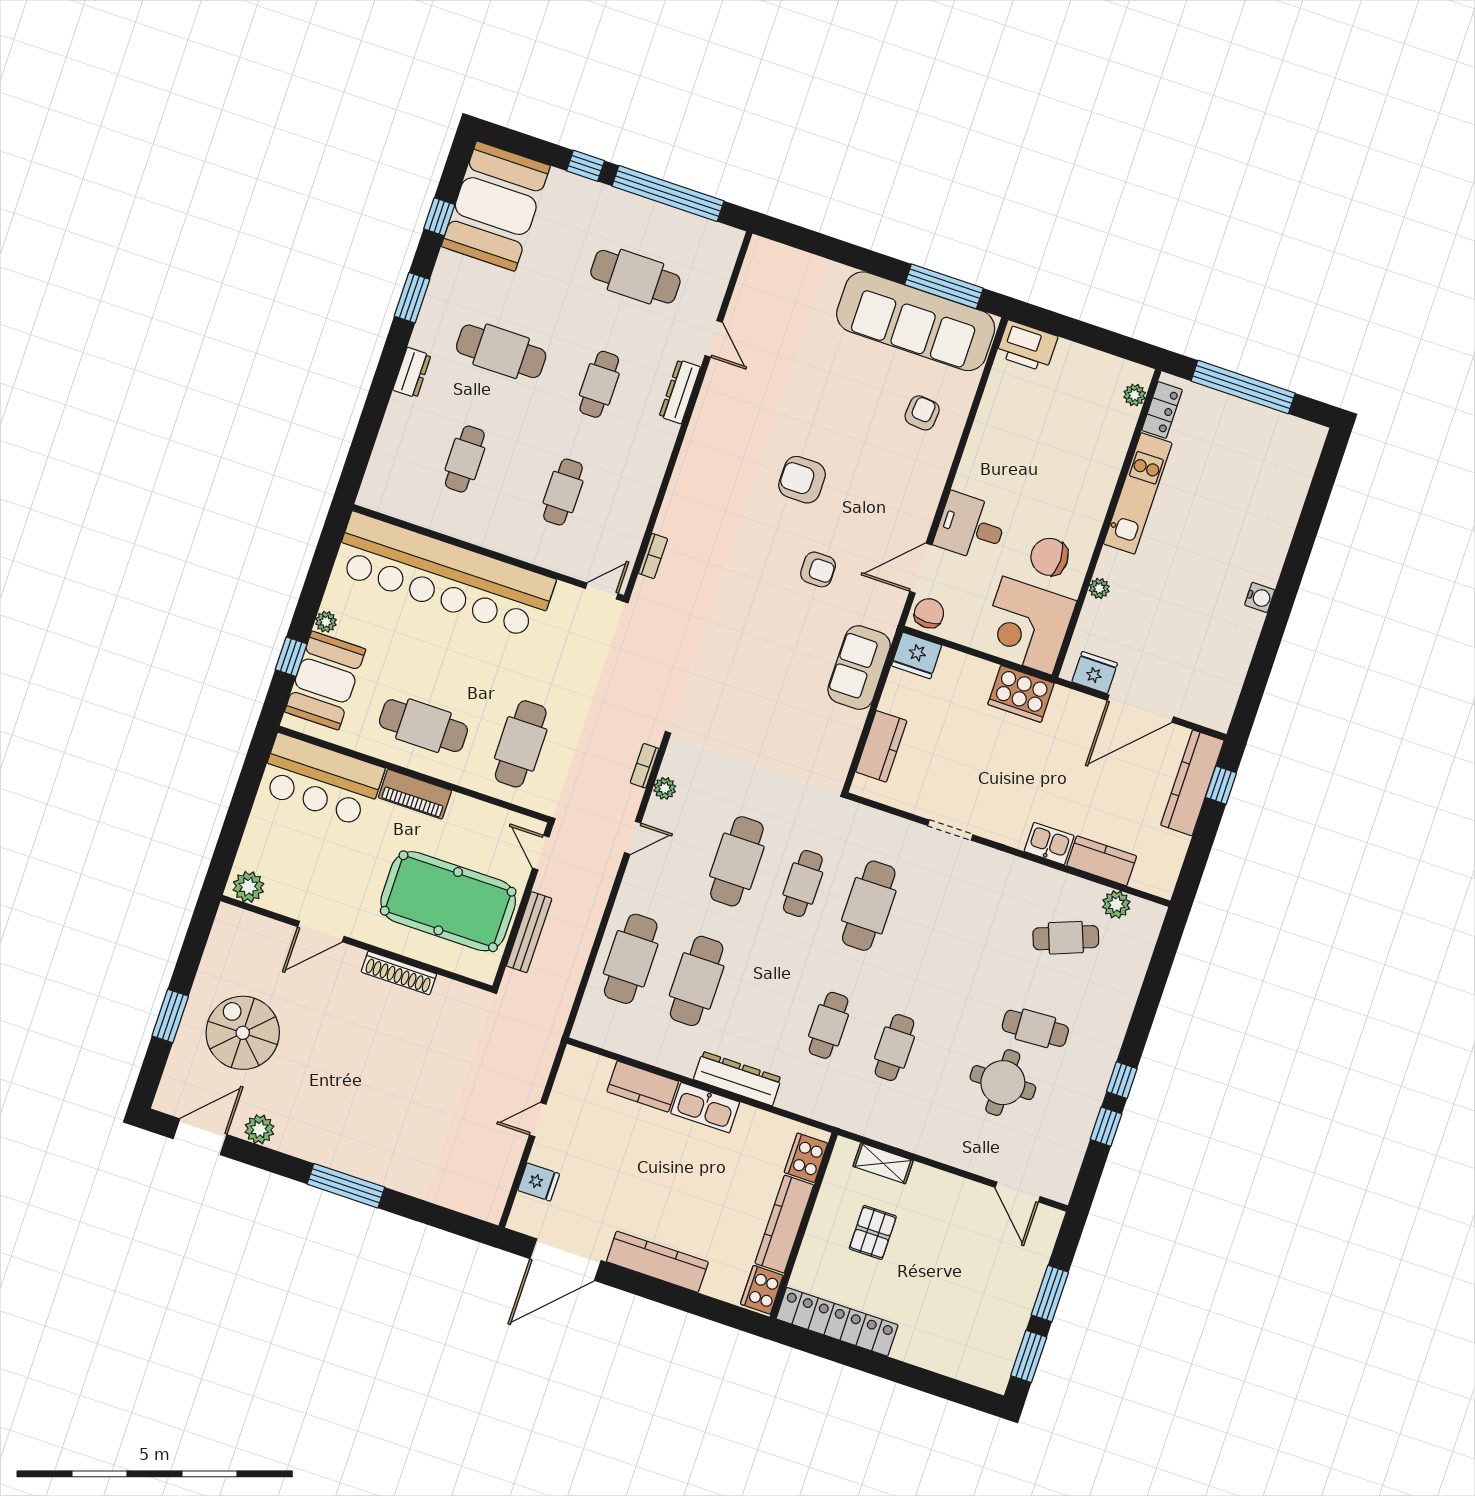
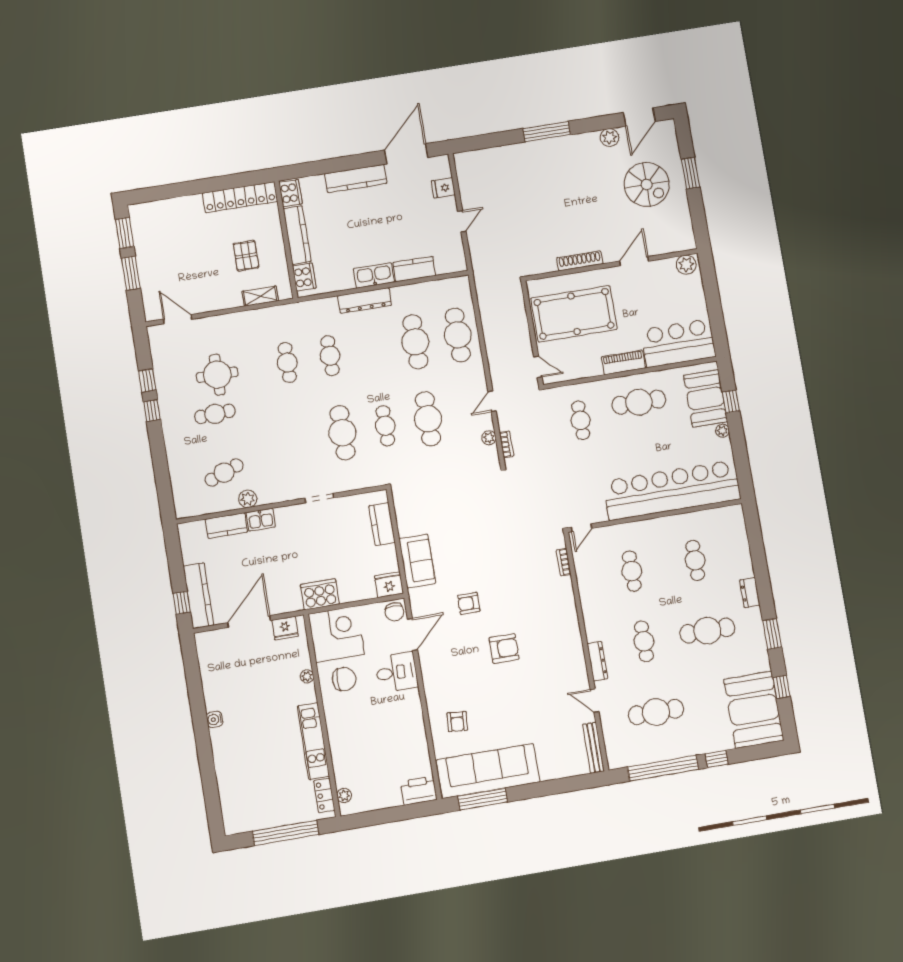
cafe table: (521, 744) -> (581, 420), width x0.73, depth x0.74
plant: (1116, 904) -> (248, 499), moved
bench: (529, 932) -> (593, 748), moved

